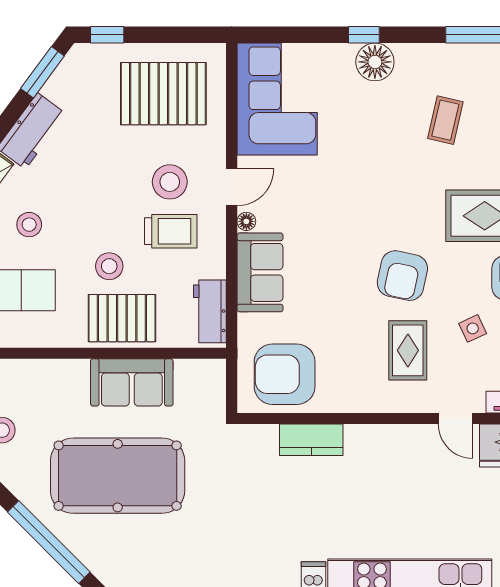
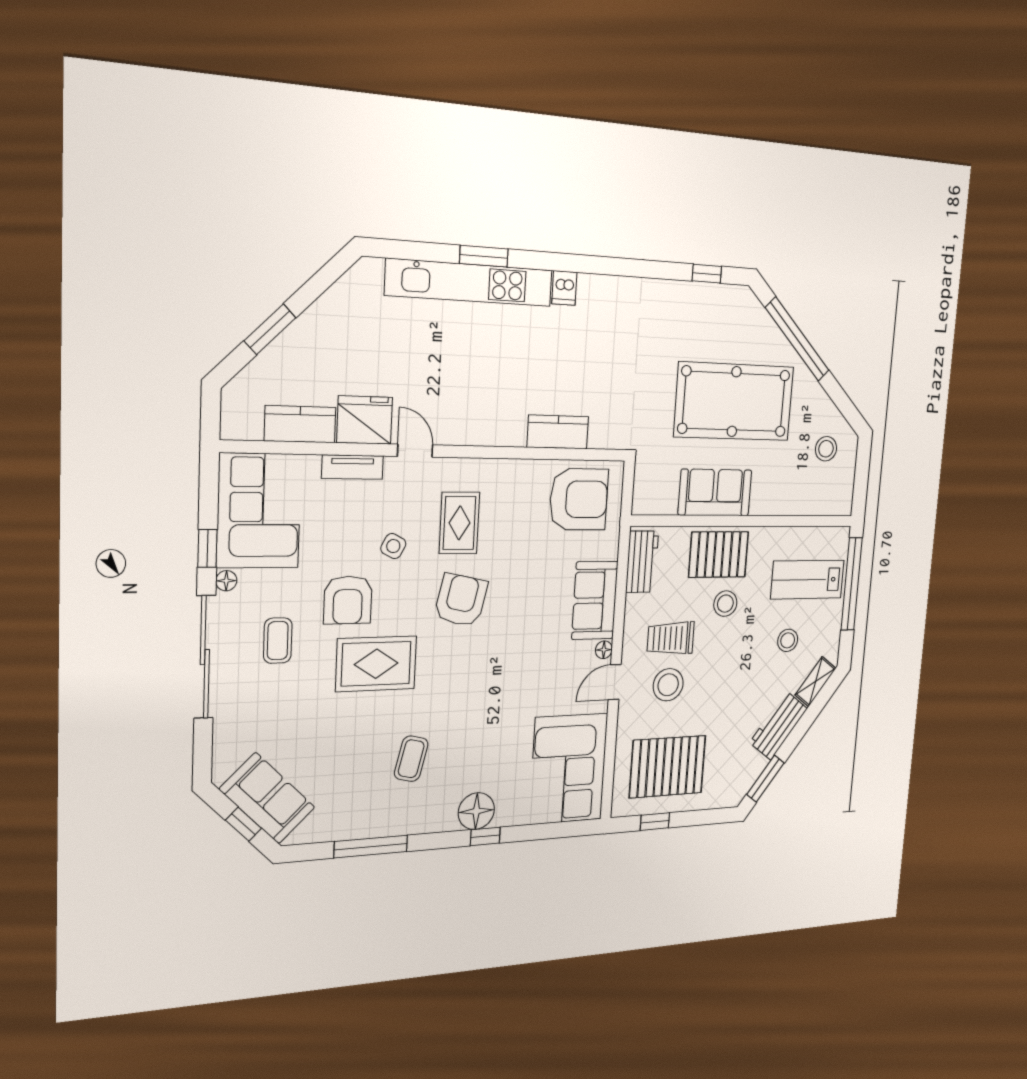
window: (107, 35) -> (655, 822), moved
side table: (473, 328) -> (393, 546), turned -37

